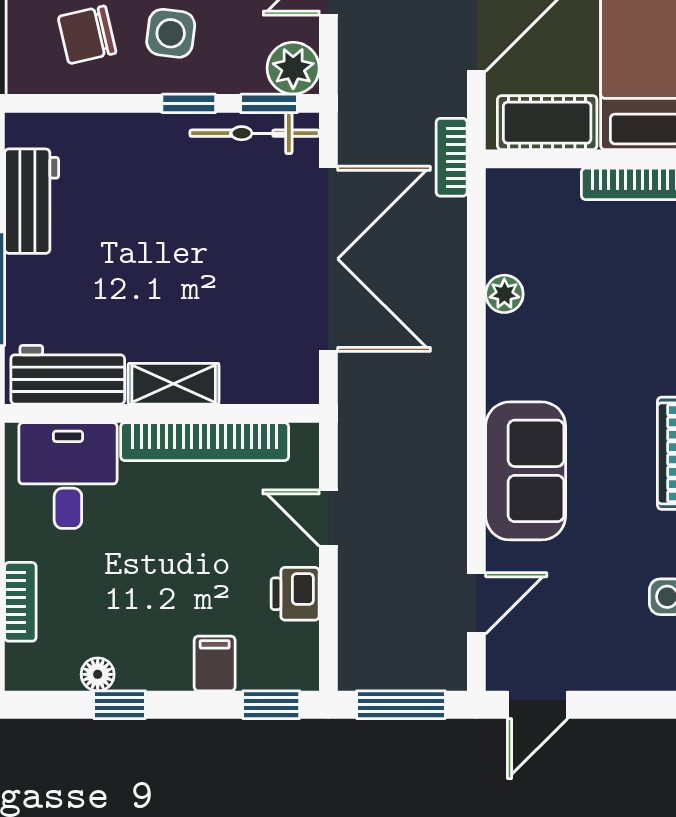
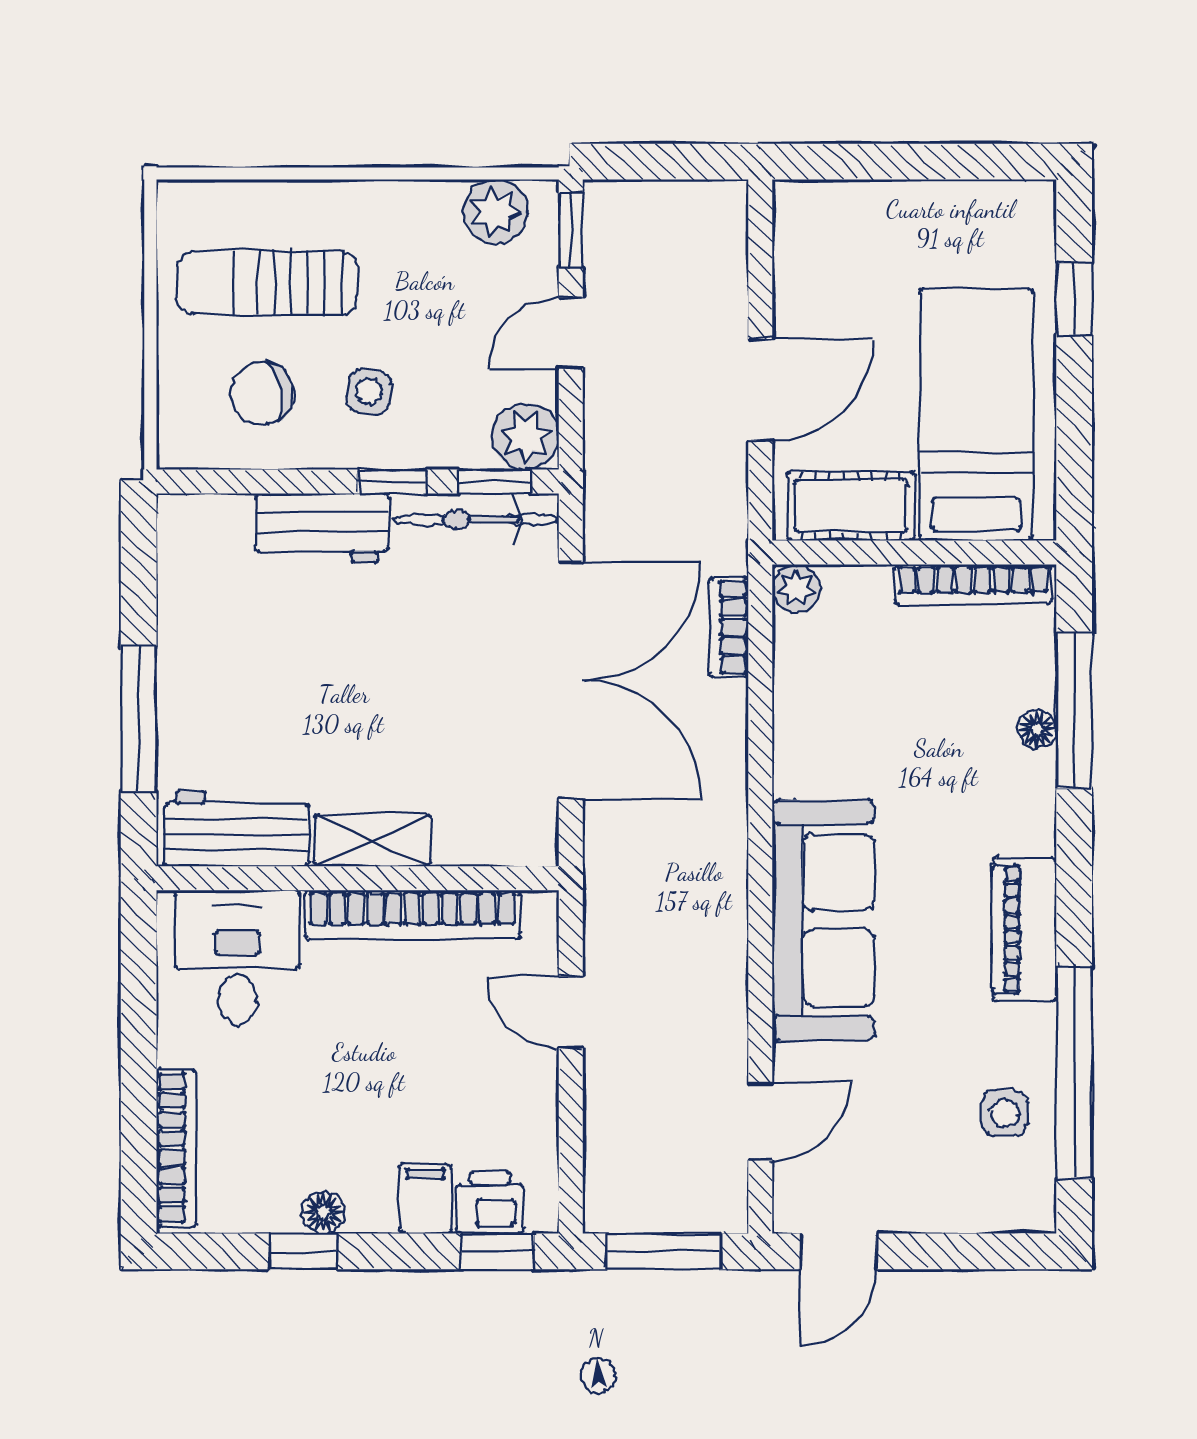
side table: (171, 33) -> (369, 392), width x0.73, depth x0.73
bookcase: (452, 157) -> (729, 627), moved
workbench: (32, 201) -> (322, 528), moved, turned 90
plant: (504, 294) -> (796, 588), moved
sofa: (526, 471) -> (823, 920), width x1.36
printer: (295, 594) -> (490, 1203), moved, turned 90
bookcase: (20, 602) -> (176, 1148), width x1.56
floor lamp: (98, 674) -> (323, 1212), moved

